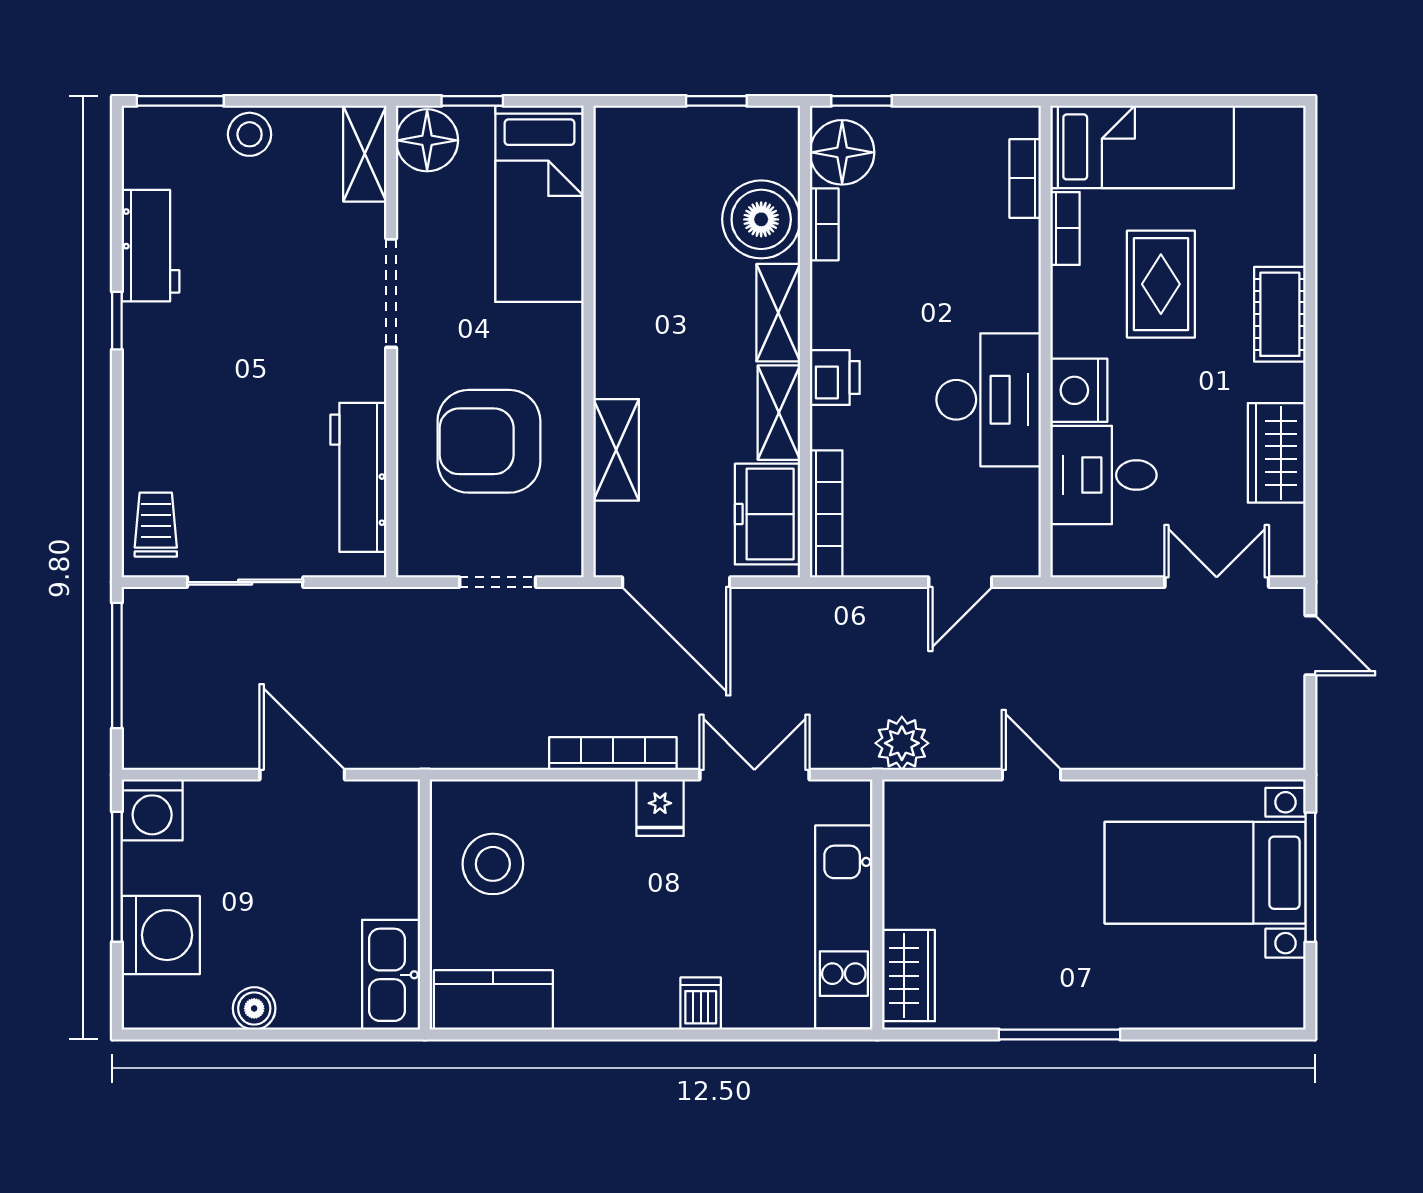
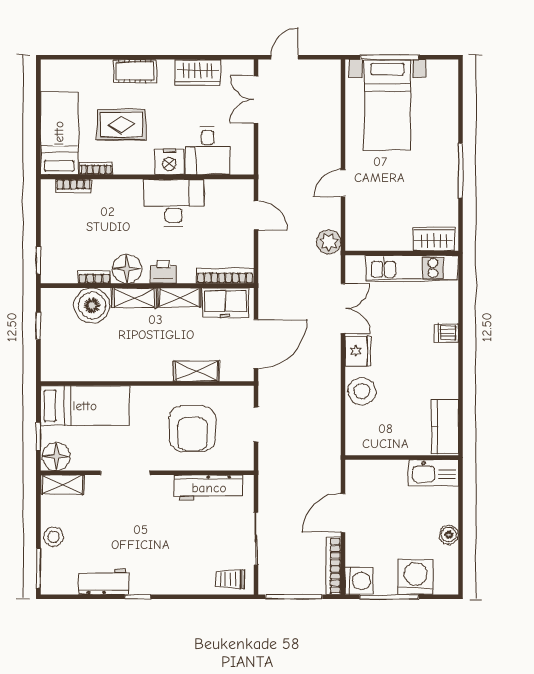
floor lamp: (842, 152) -> (127, 269), moved
bookcase: (613, 753) -> (333, 566), moved
double door: (754, 775) -> (343, 309), swing flipped
fridge: (660, 808) -> (358, 351), width x1.38
stool: (493, 864) -> (362, 391), moved

